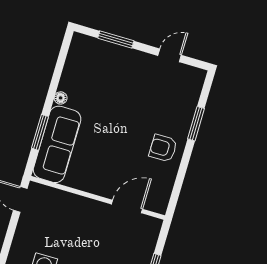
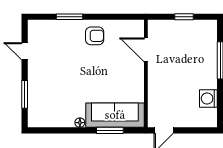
armchair: (163, 148) -> (95, 36), turned -90

